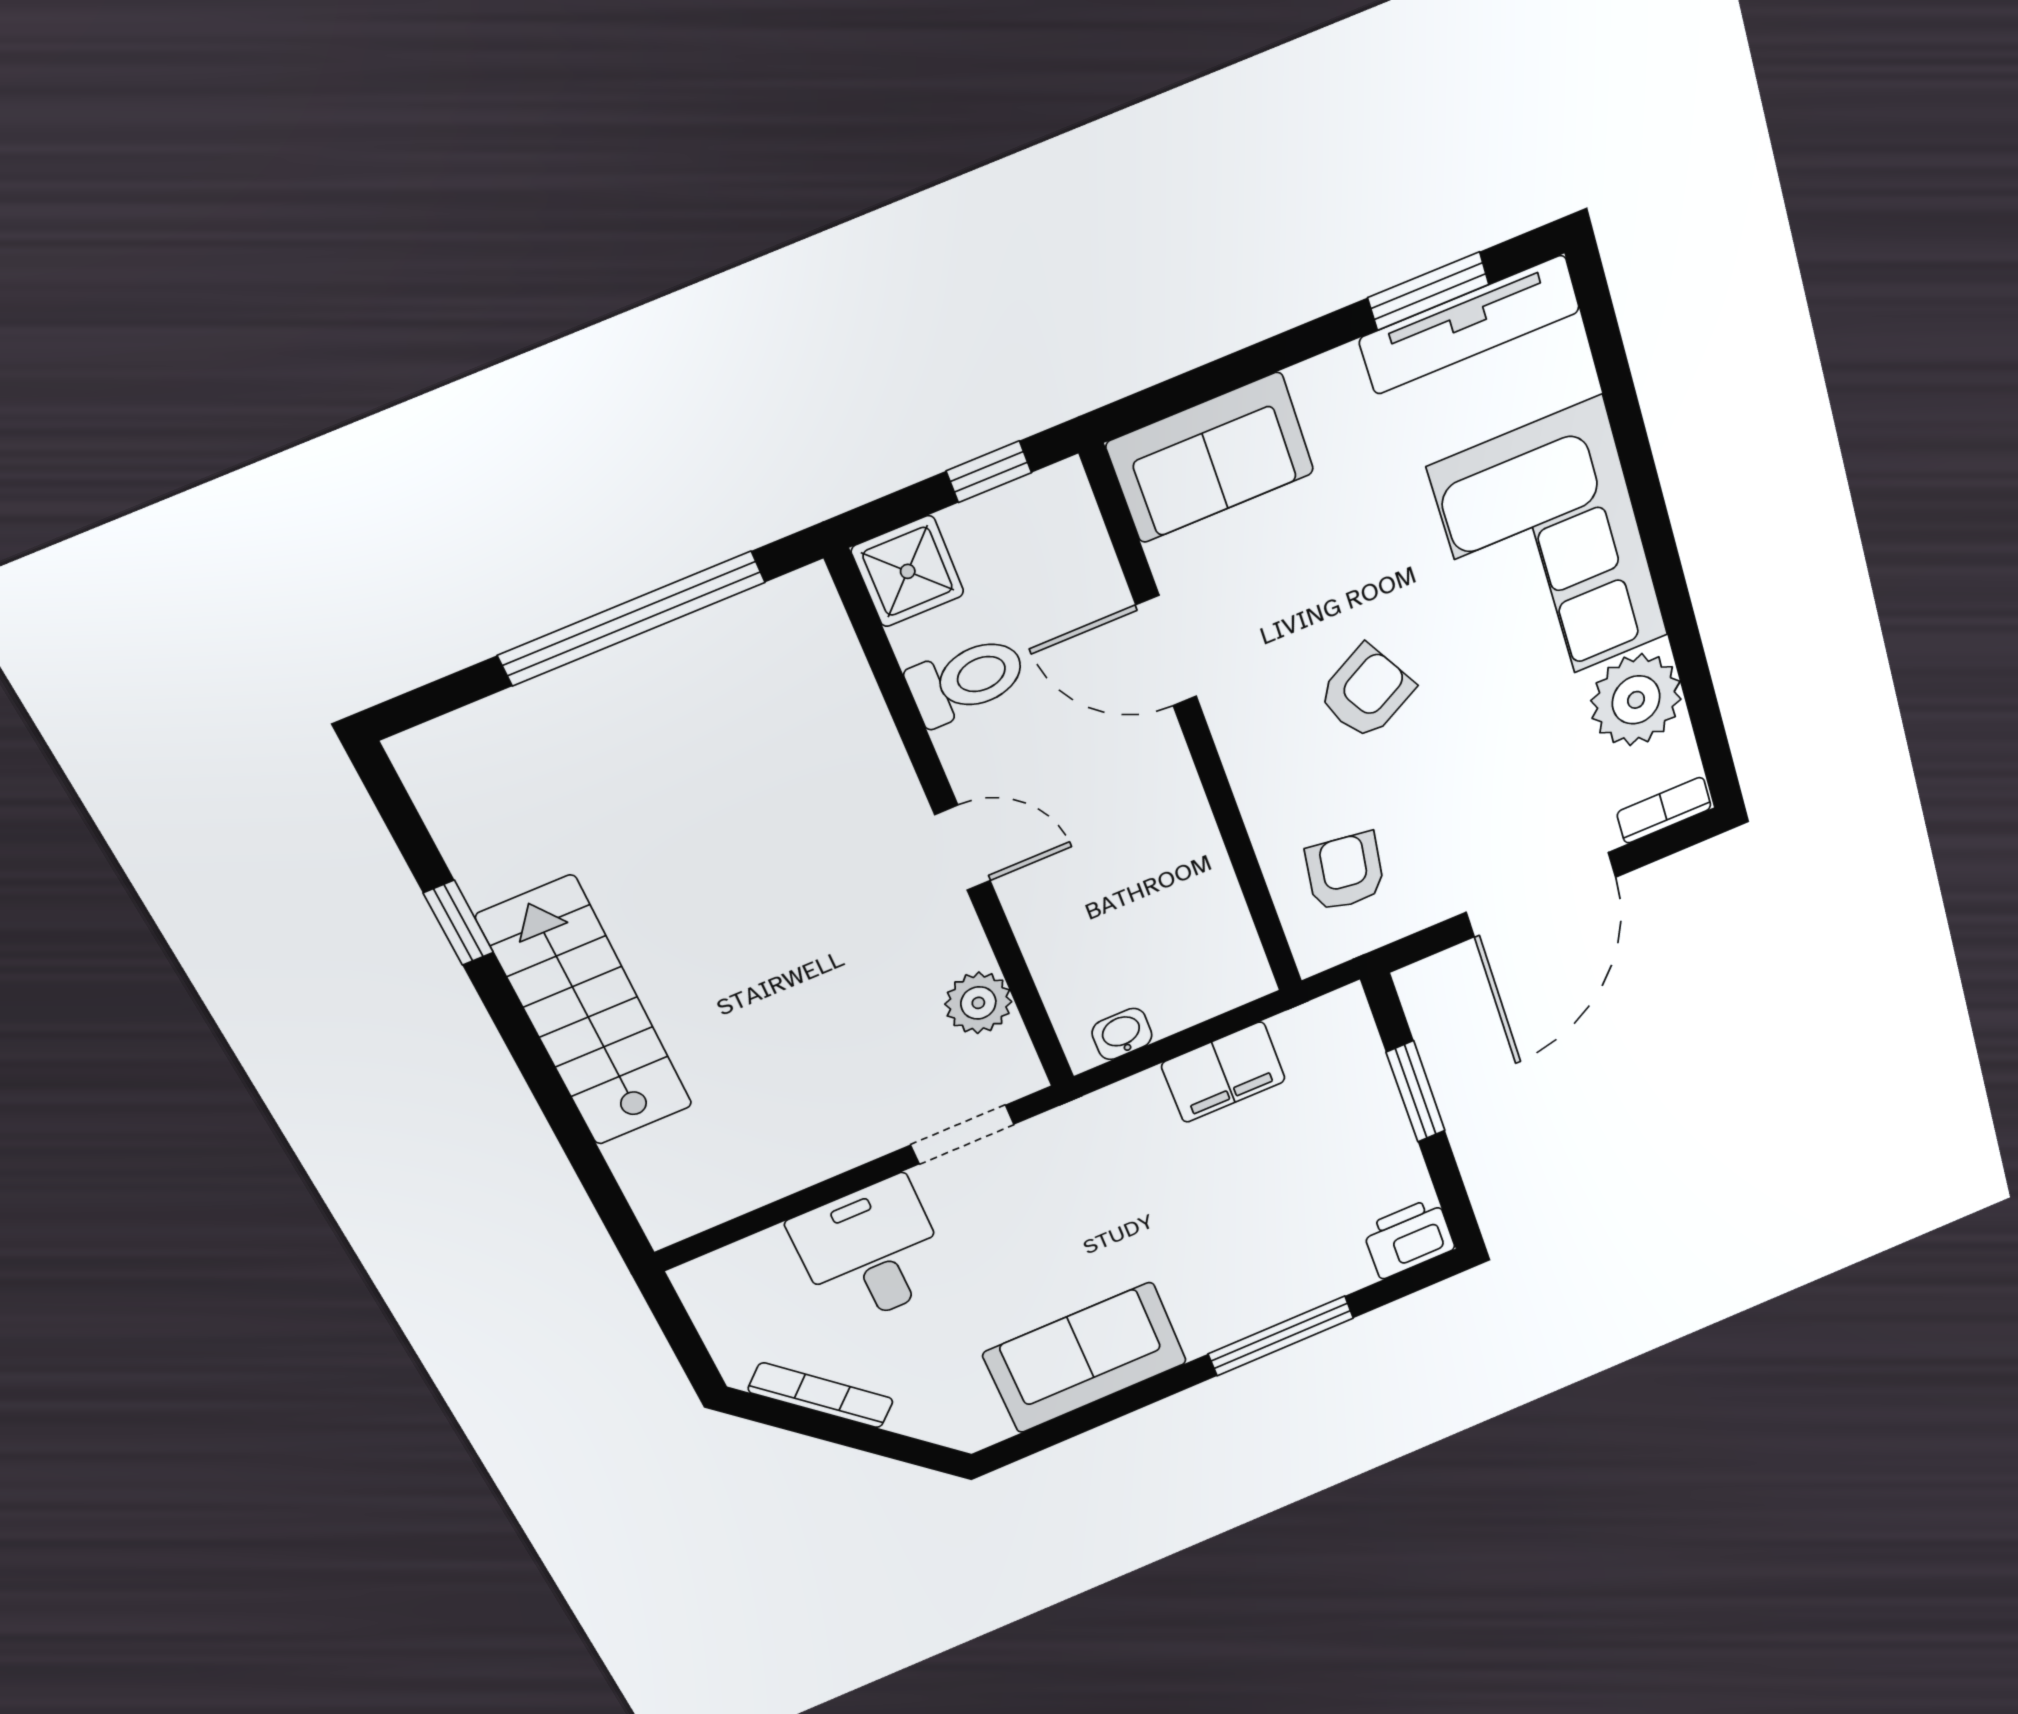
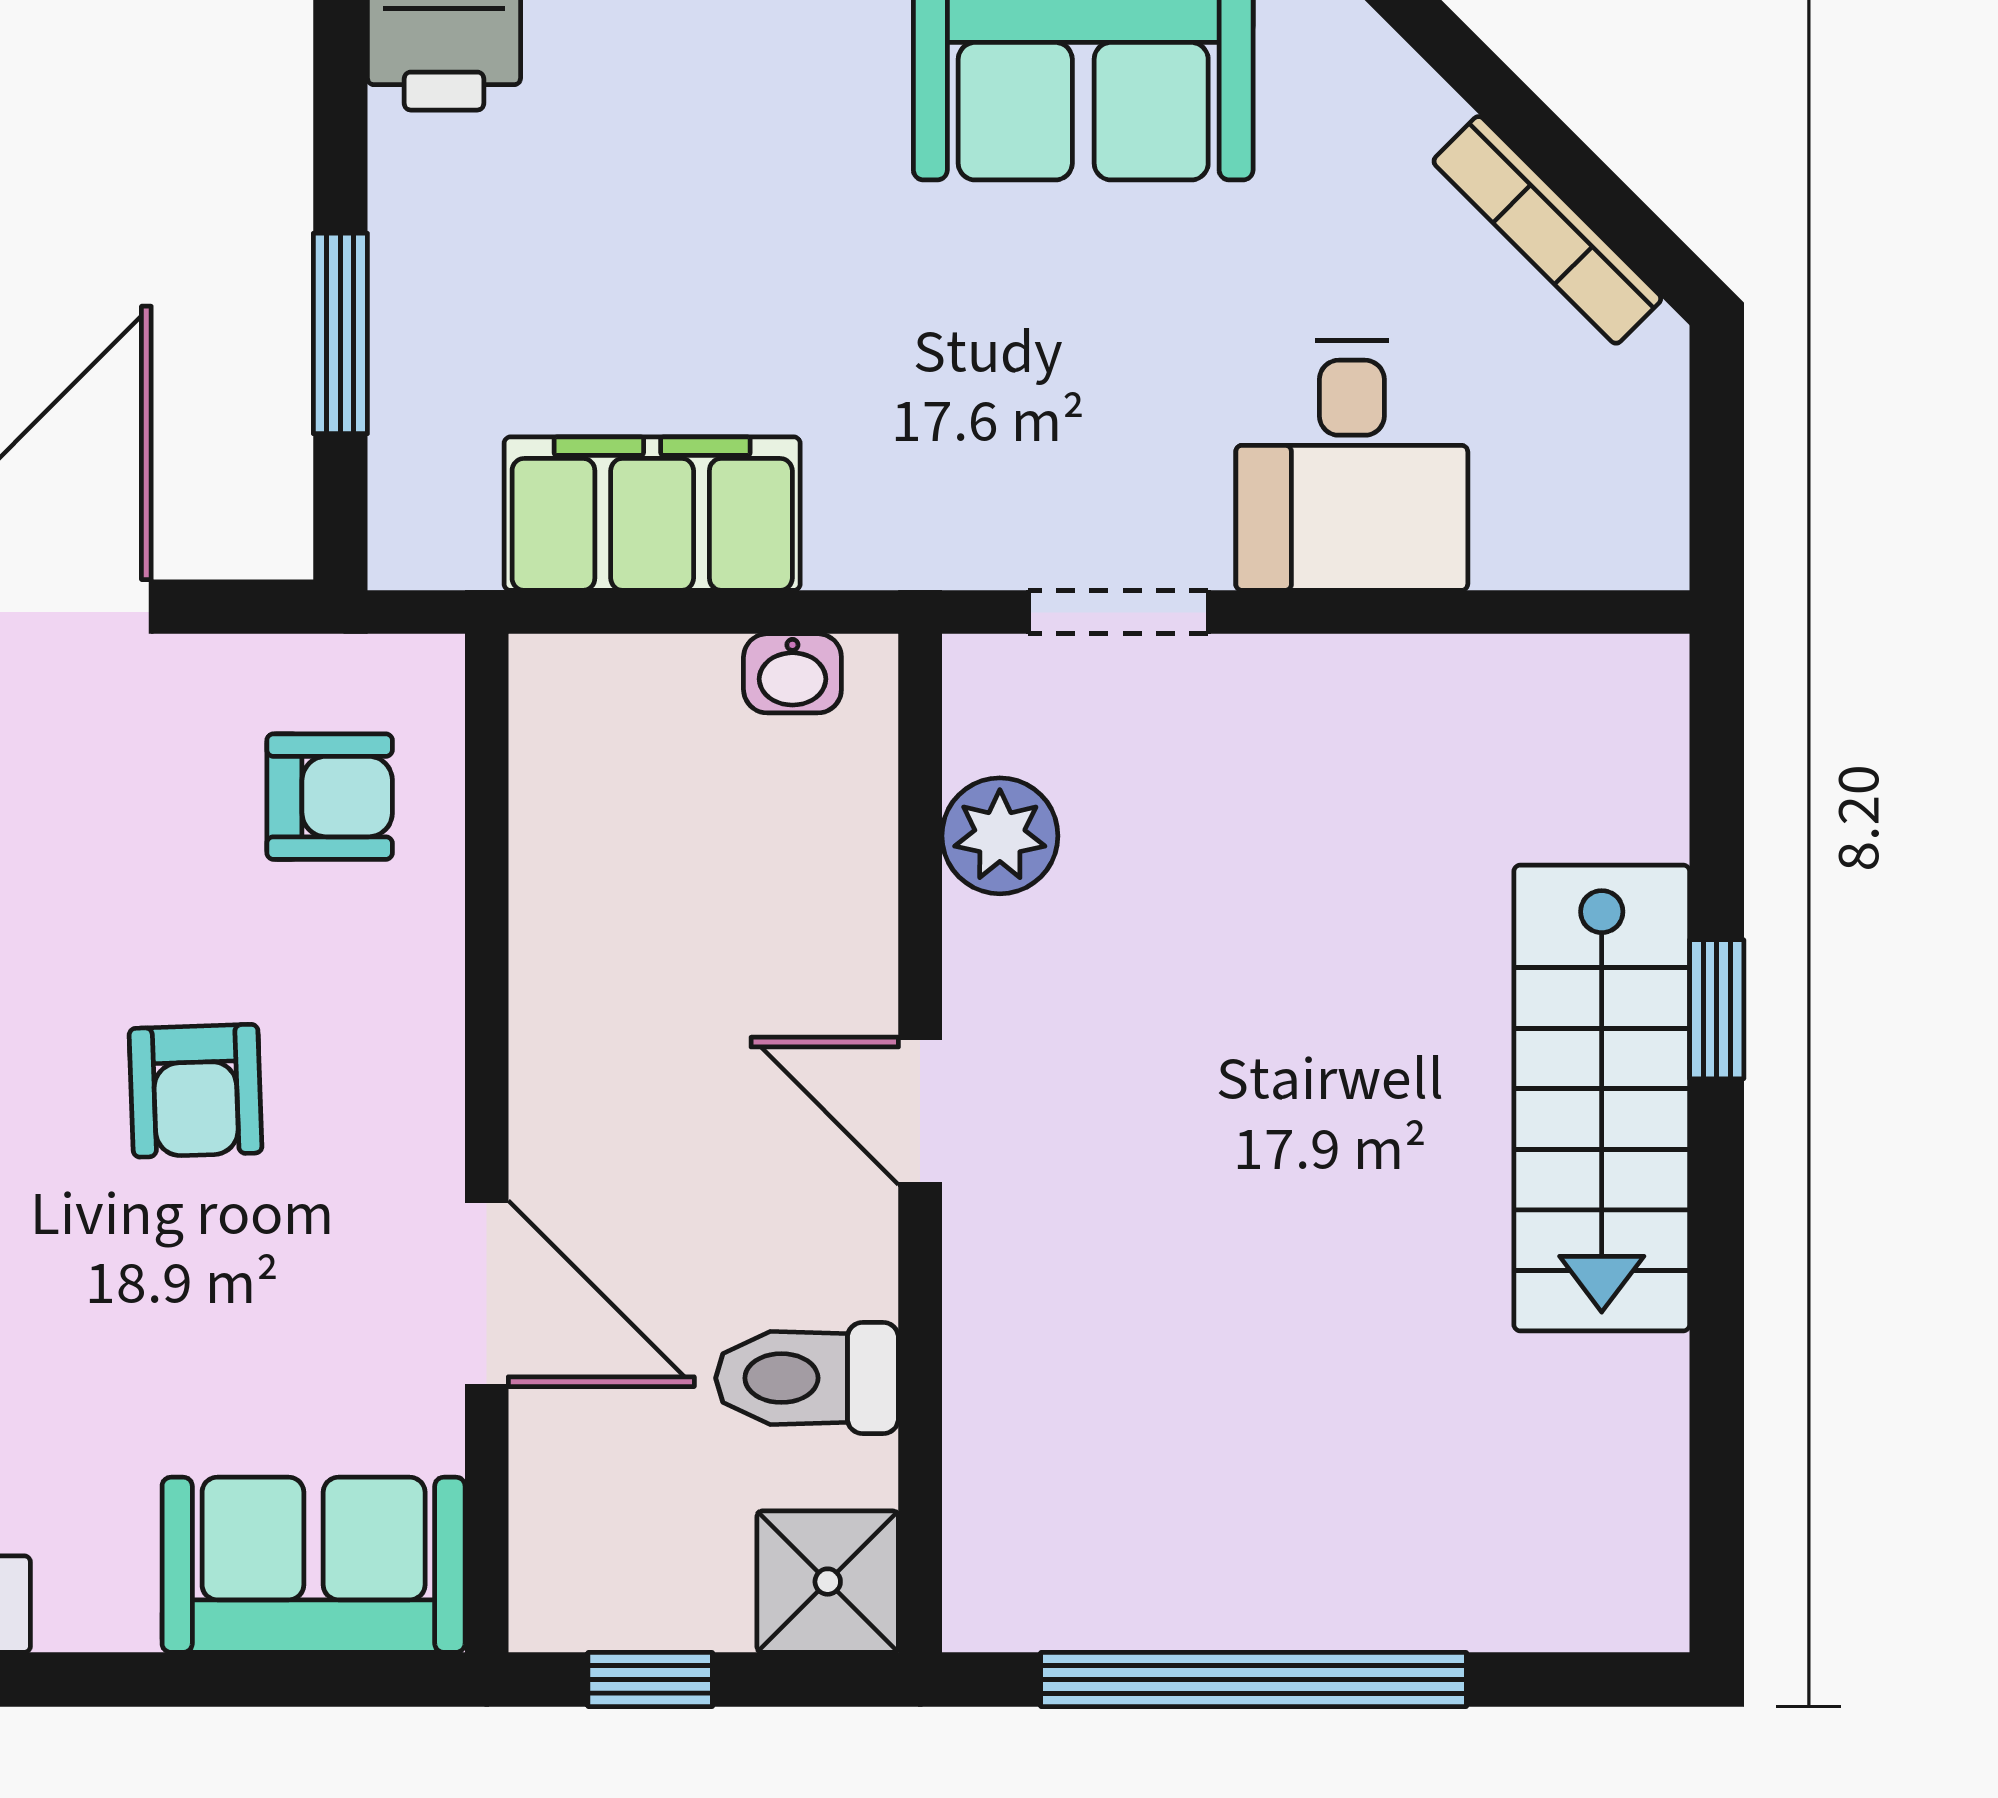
armchair: (1366, 692) -> (196, 1091), turned -63
armchair: (1345, 872) -> (330, 797), turned -98
window: (458, 923) -> (1717, 1009), moved
filing cabinet: (1223, 1072) -> (652, 514), width x1.50, depth x1.17

